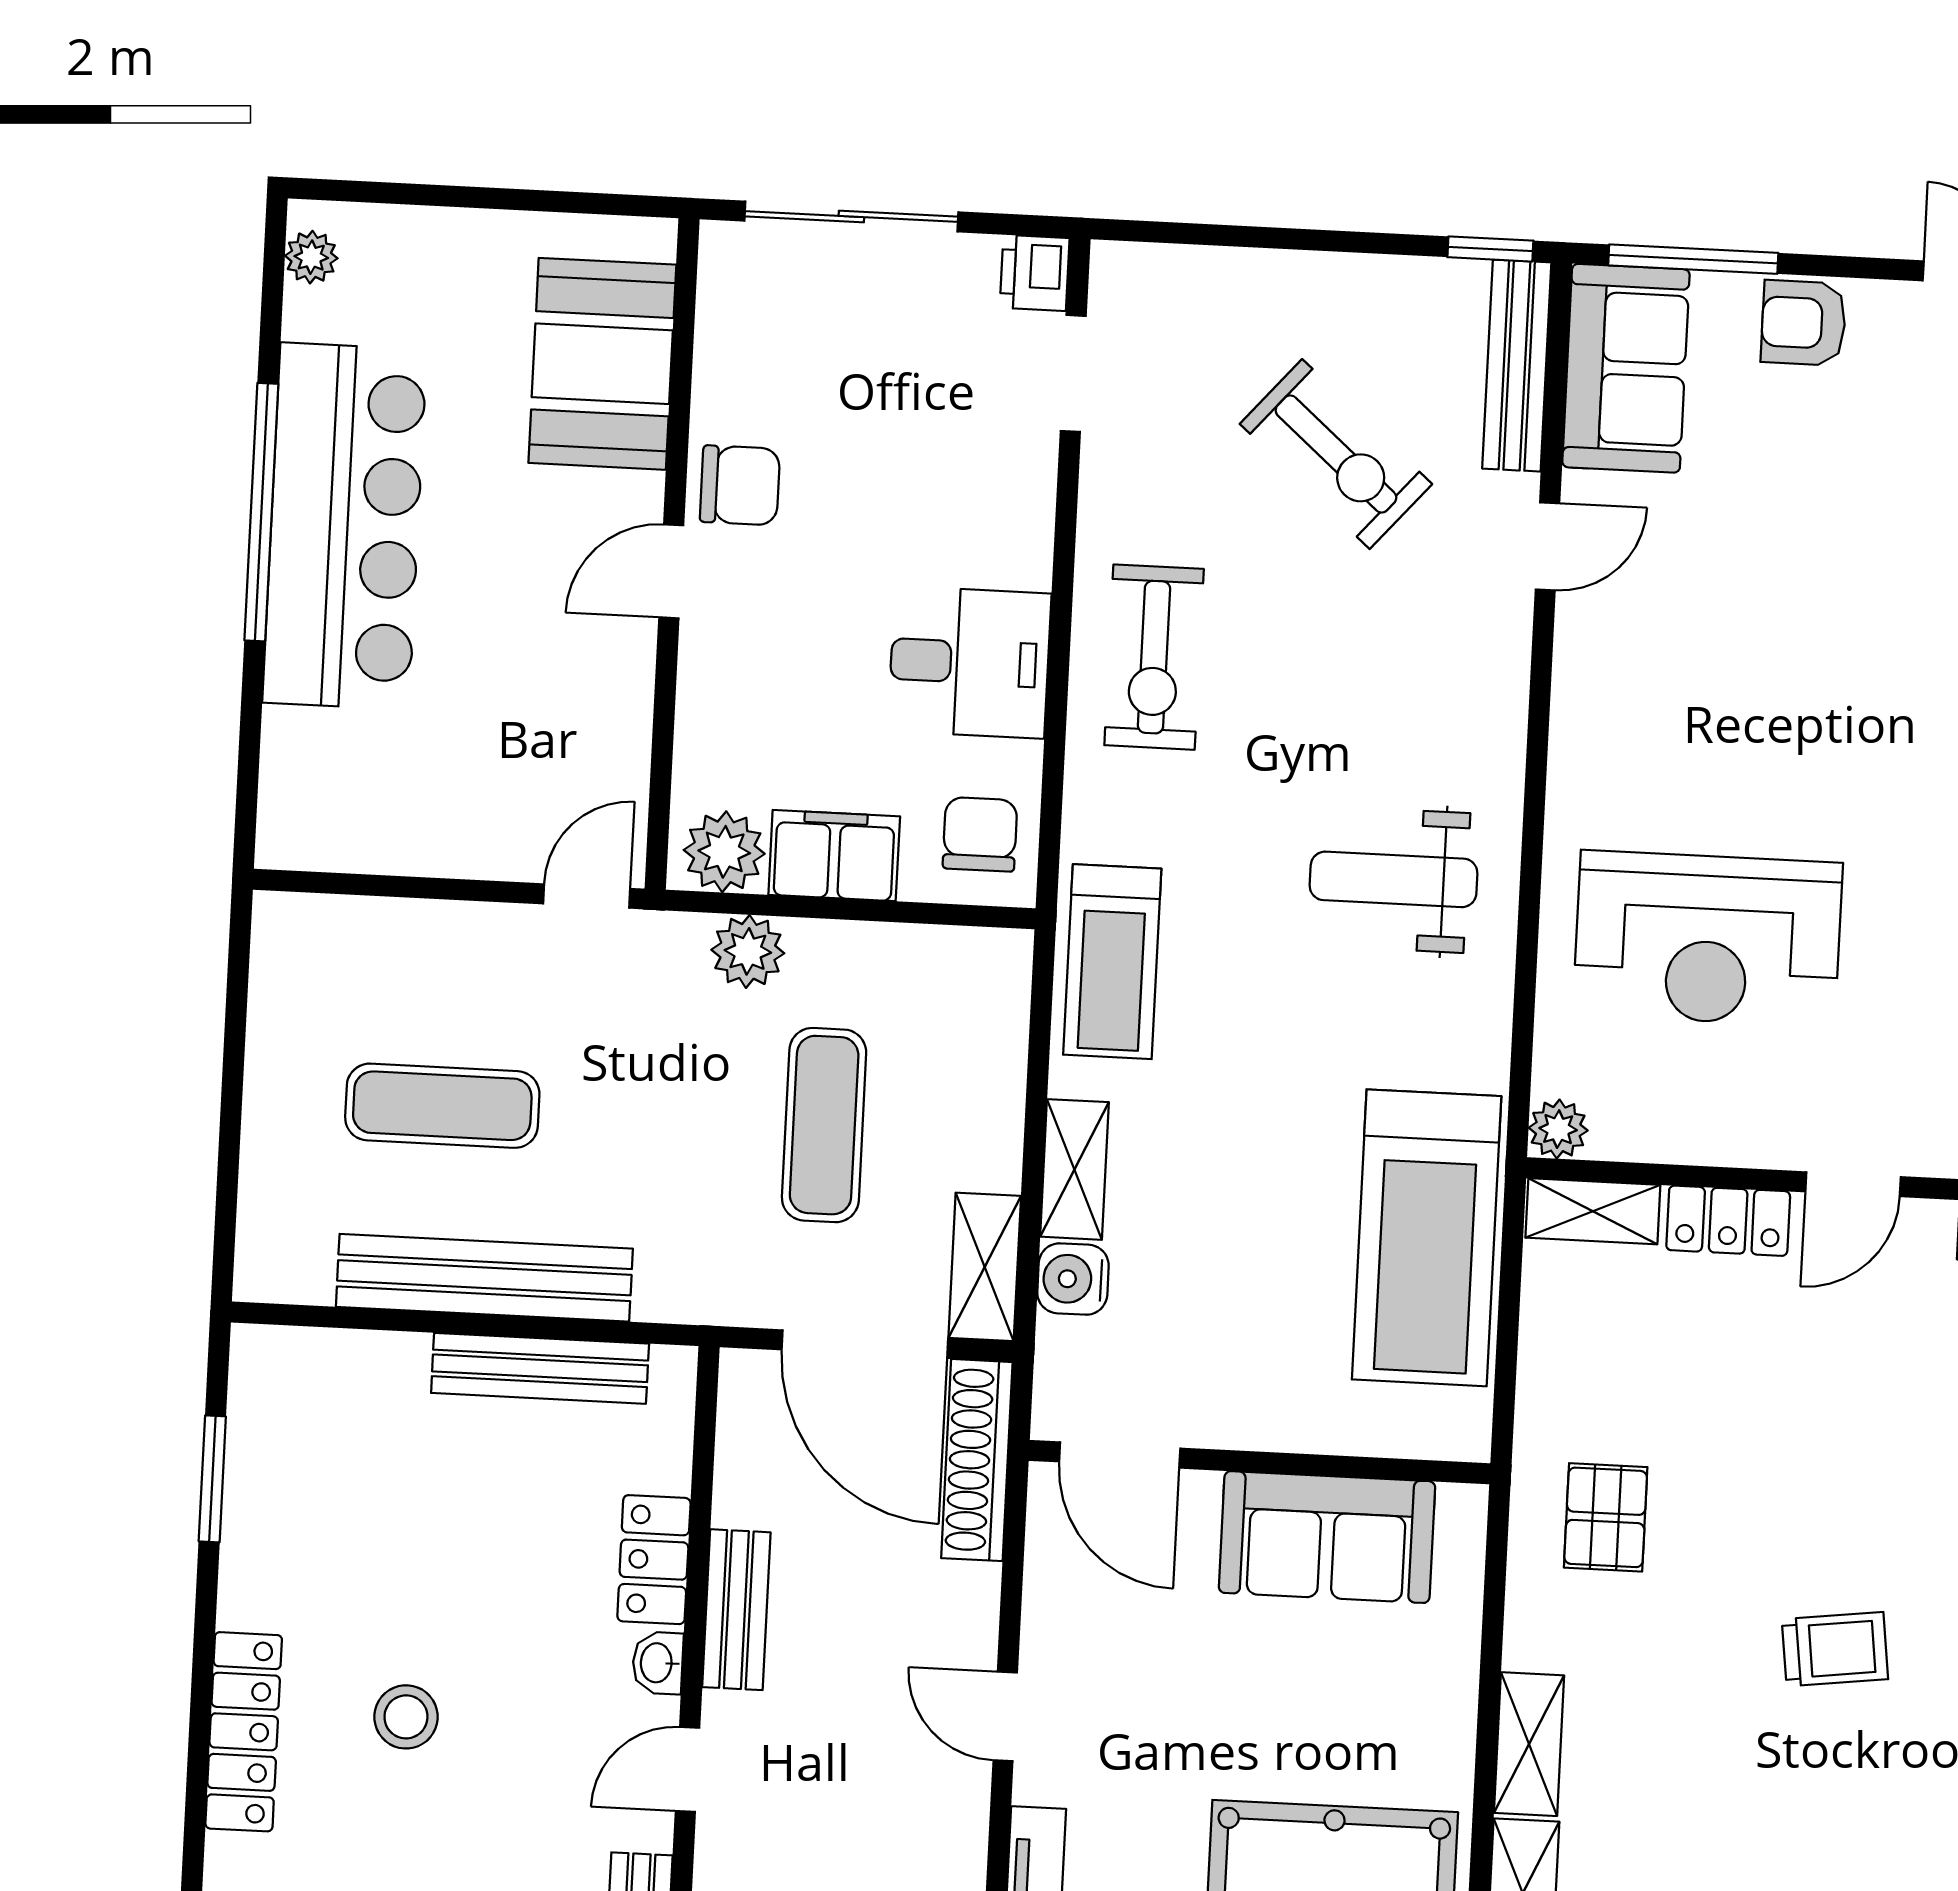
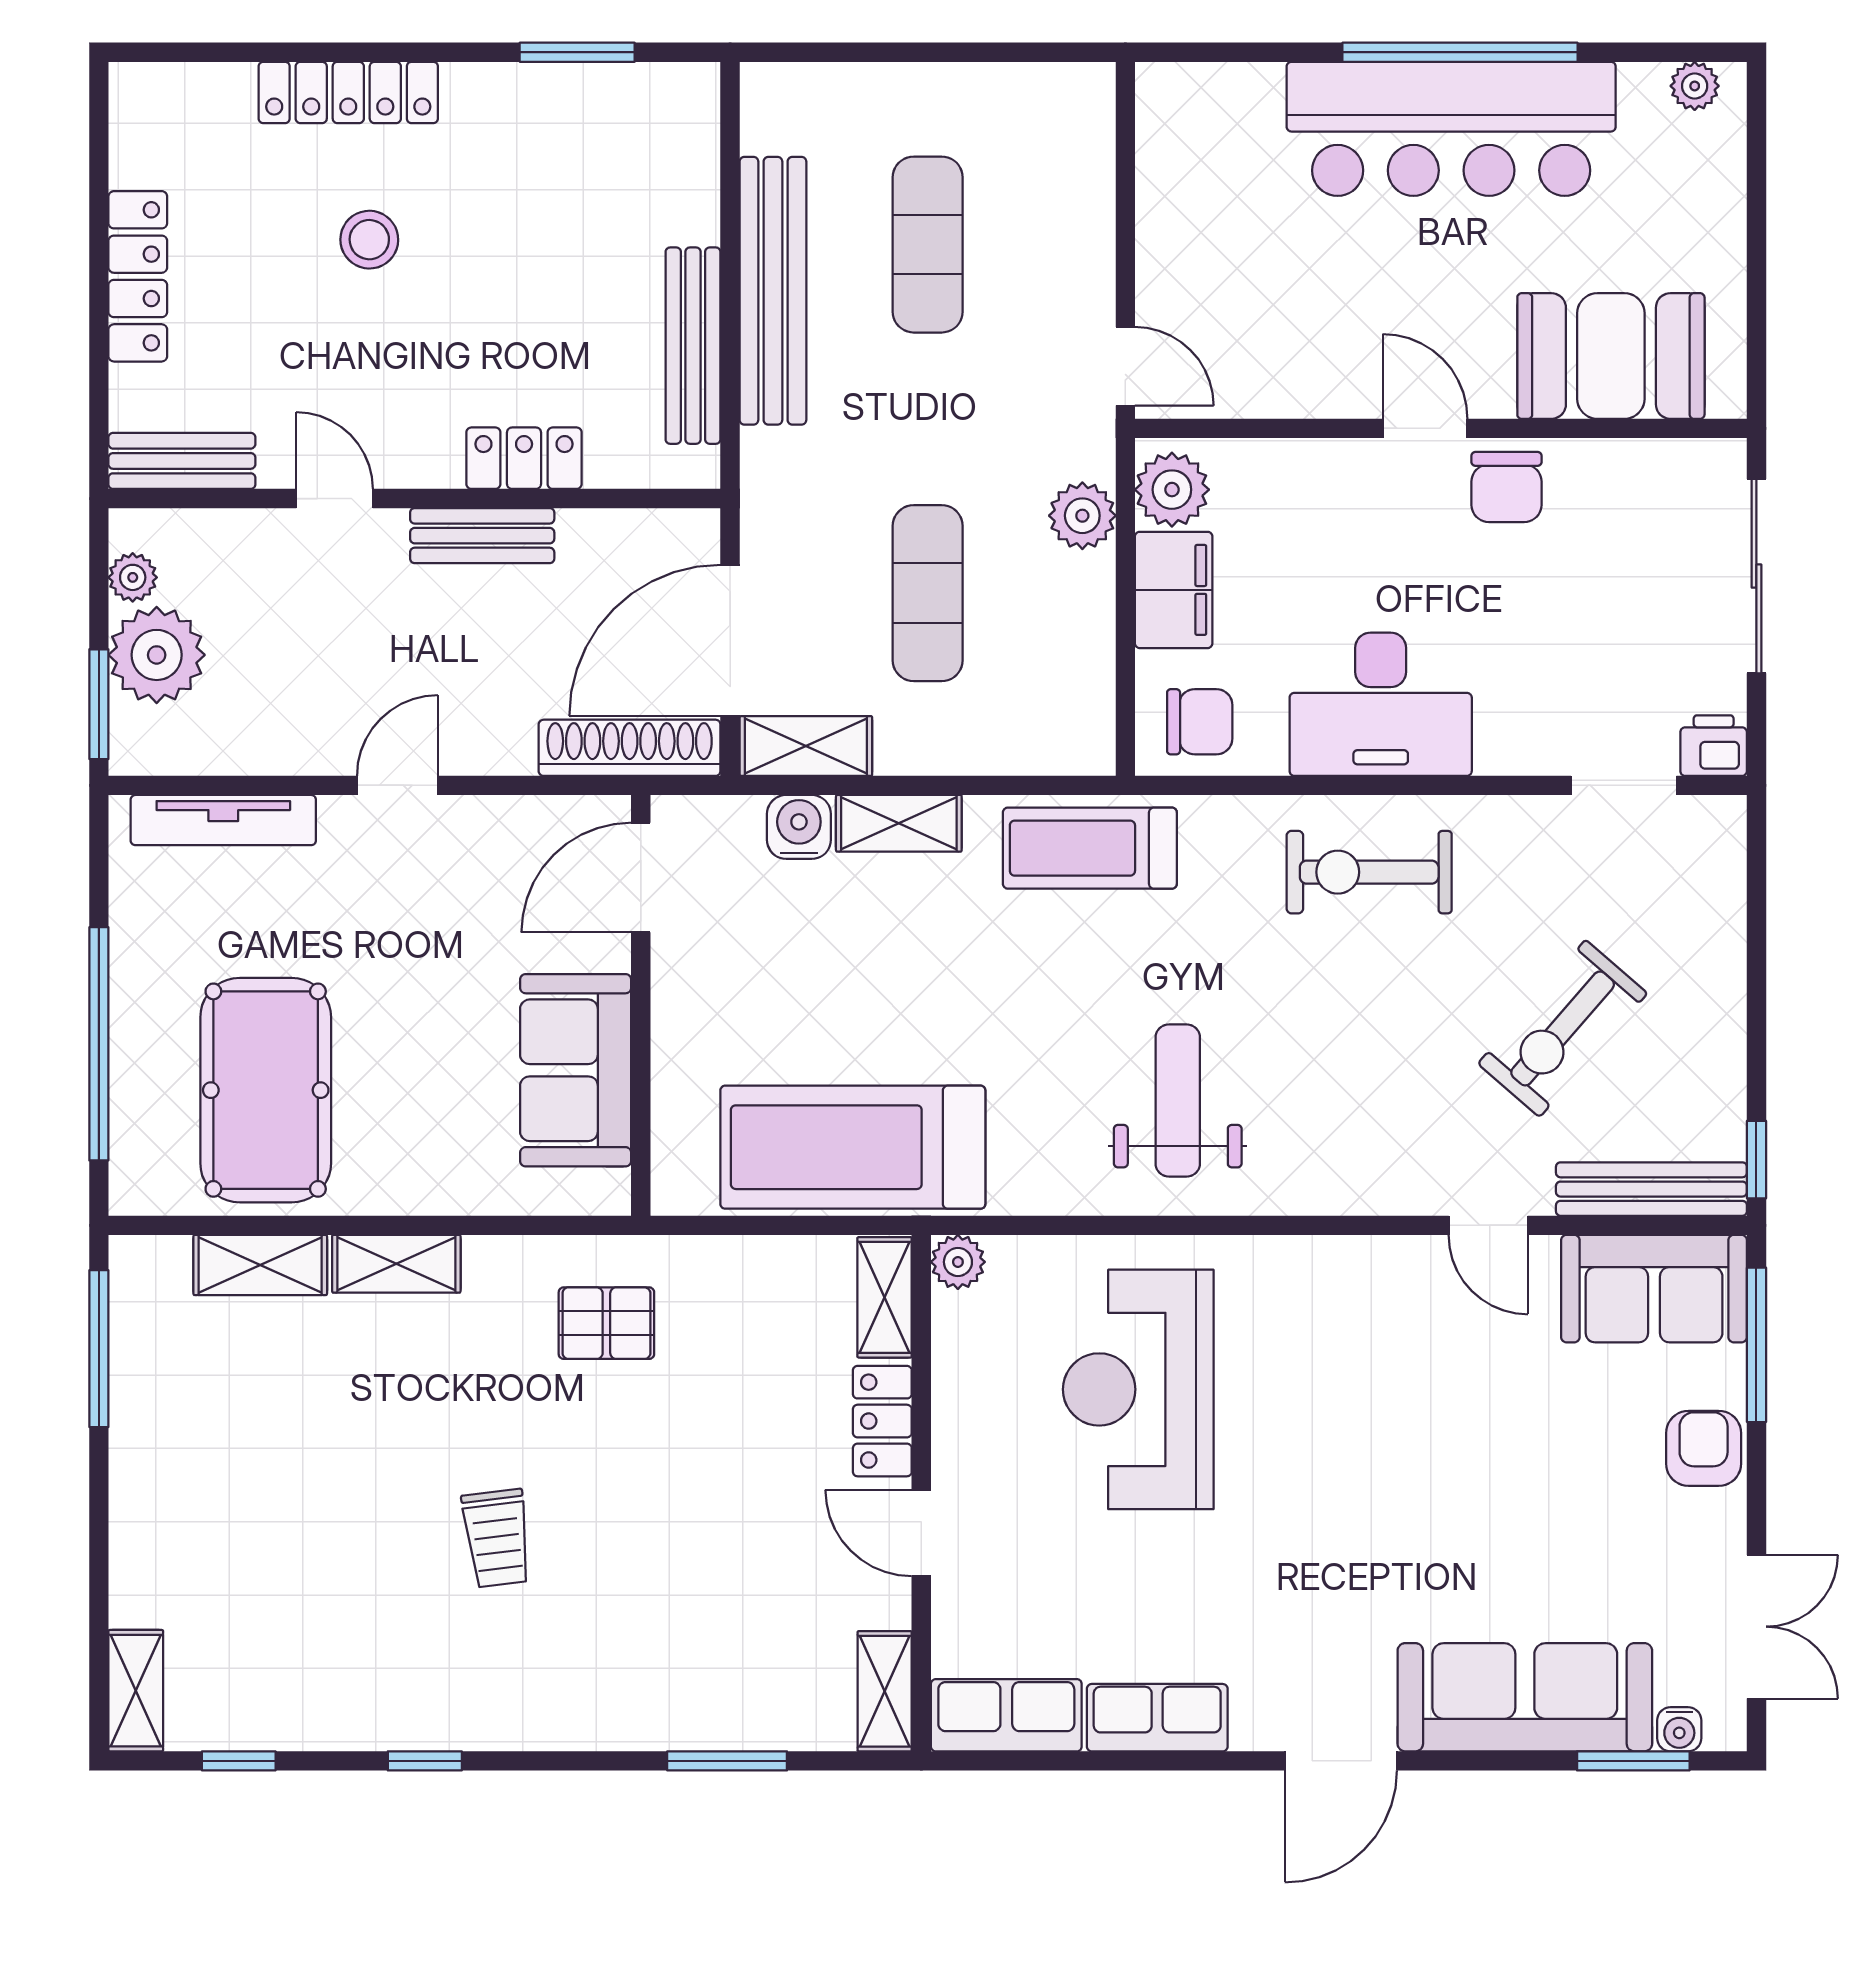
desk: (970, 662) -> (1381, 704), width x1.37
exercise mat: (824, 1125) -> (928, 593), turned 90
washbasin: (658, 1663) -> (430, 466), removed

